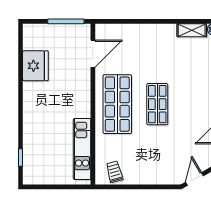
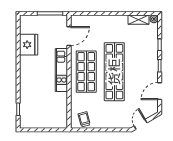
shop shelf: (157, 104) -> (114, 72), width x2.00, depth x1.36
kitchen unit: (82, 149) -> (61, 70), moved

